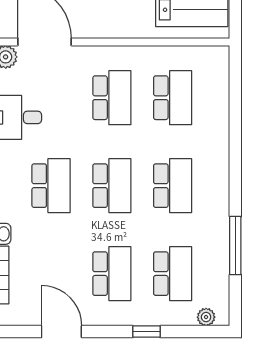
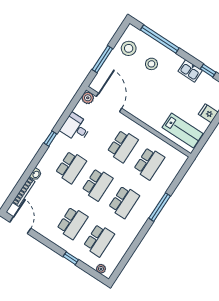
window: (235, 246) -> (160, 207), moved
door: (61, 332) -> (20, 225), moved

